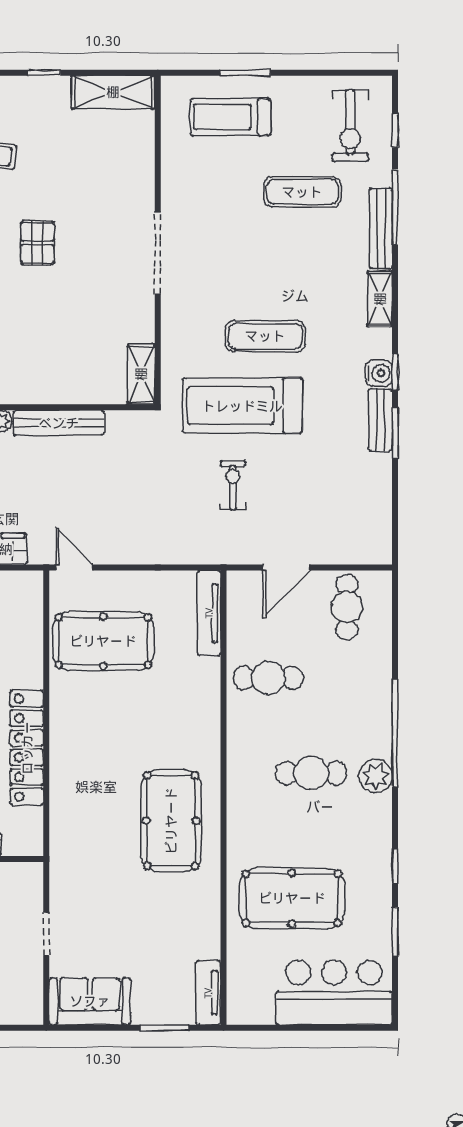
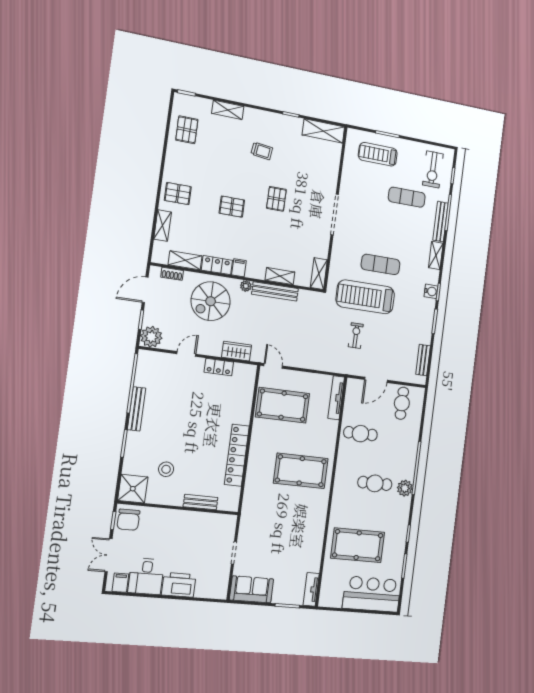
shelving: (65, 392) -> (280, 276), added
bench: (380, 420) -> (423, 360), moved
pool table: (171, 821) -> (301, 471), moved, turned 90

